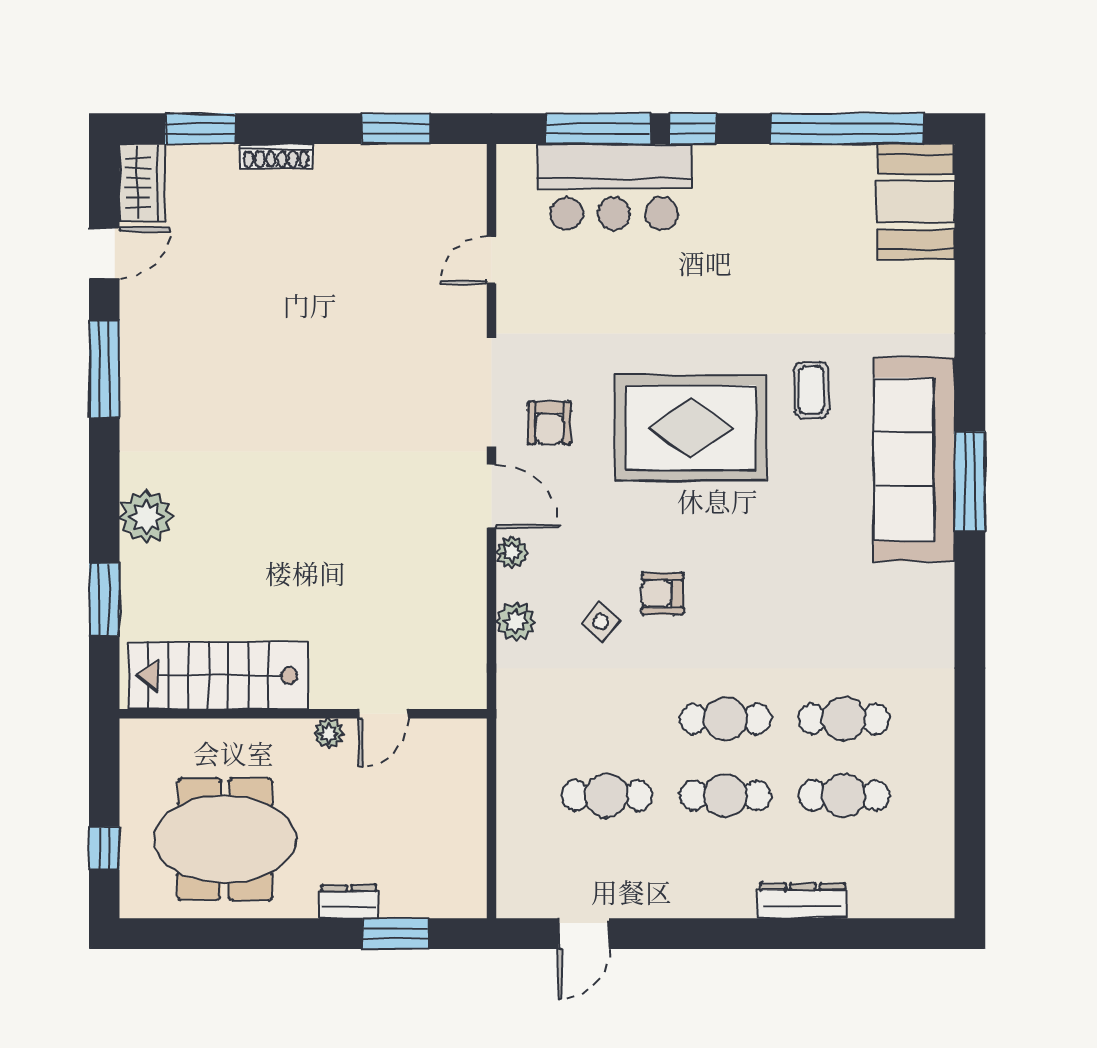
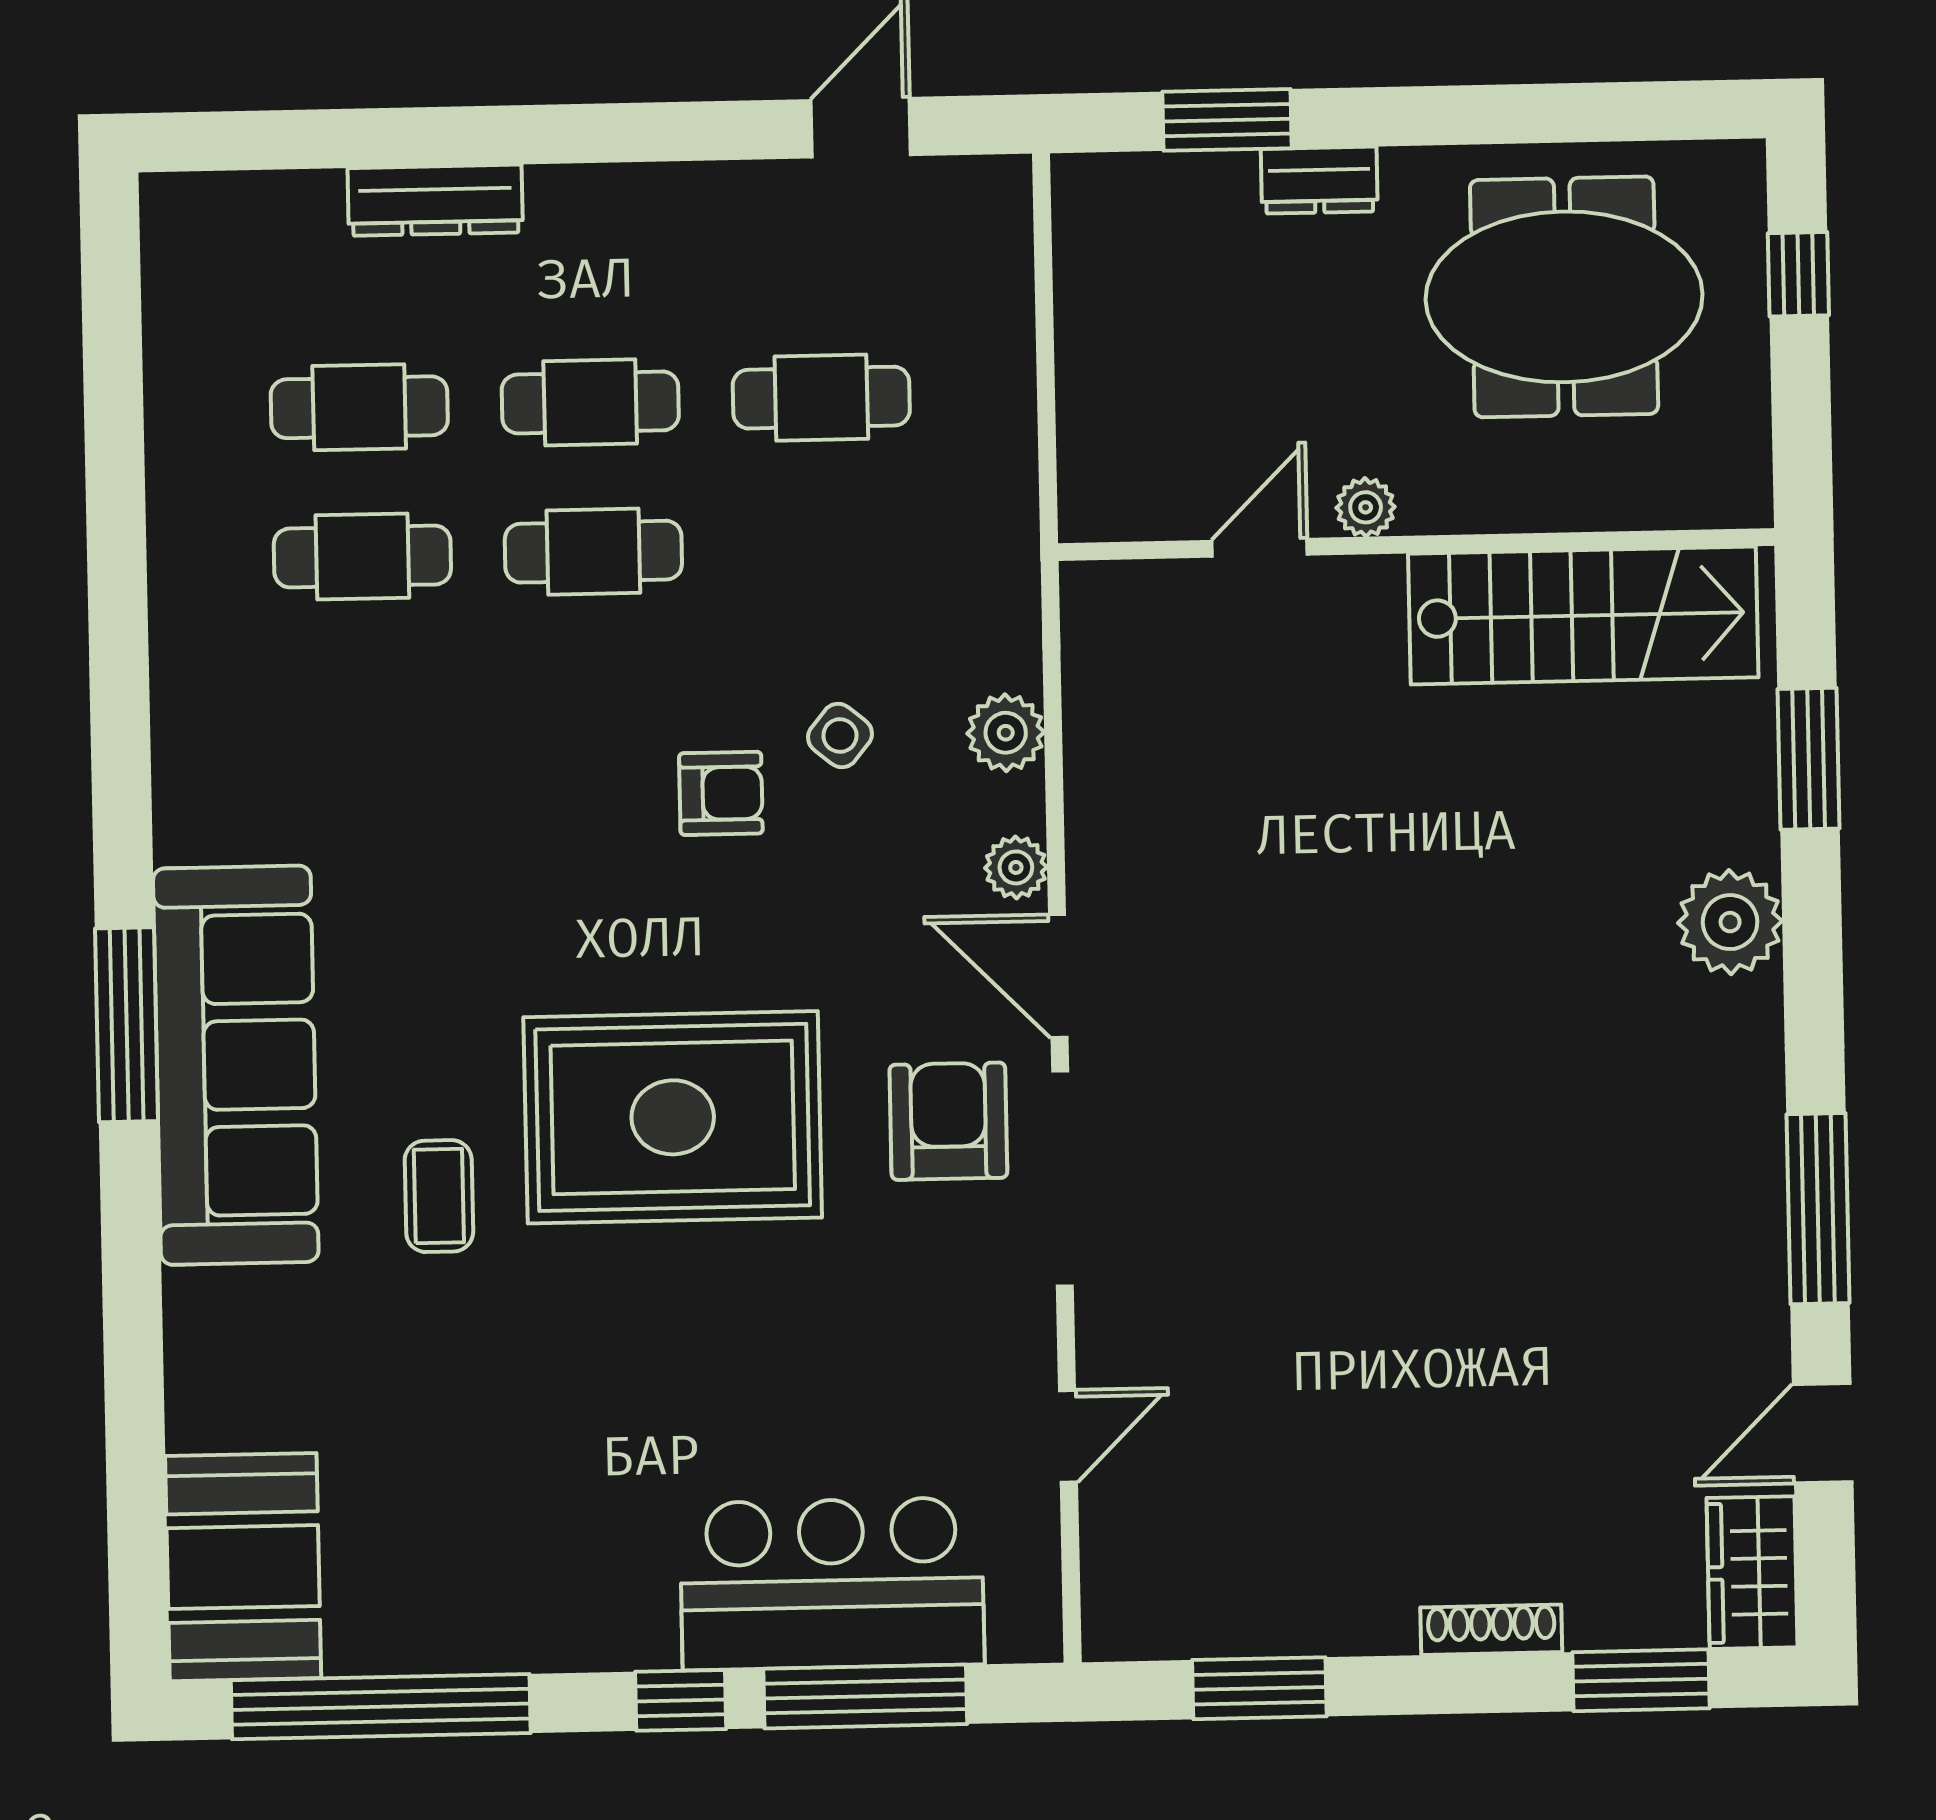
armchair: (549, 423) -> (948, 1121), width x1.38, depth x1.38

